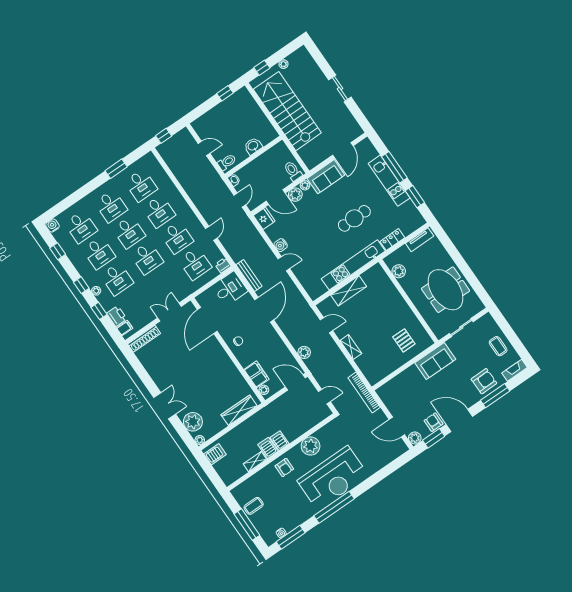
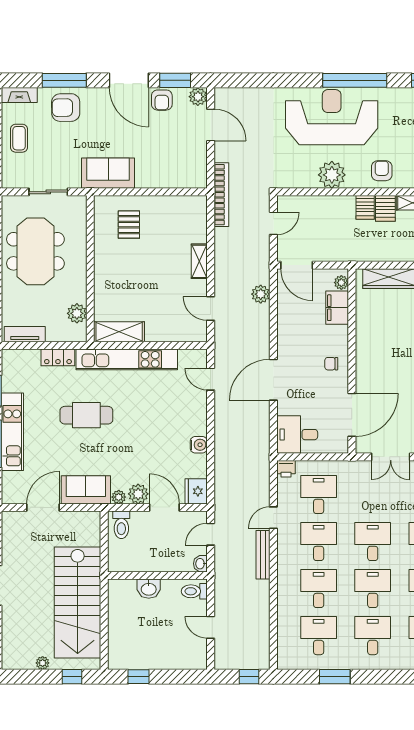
door: (284, 264) -> (211, 379), moved
bench: (249, 276) -> (263, 555), moved
shelving: (349, 291) -> (119, 332), moved
door: (324, 397) -> (273, 223), swing flipped

